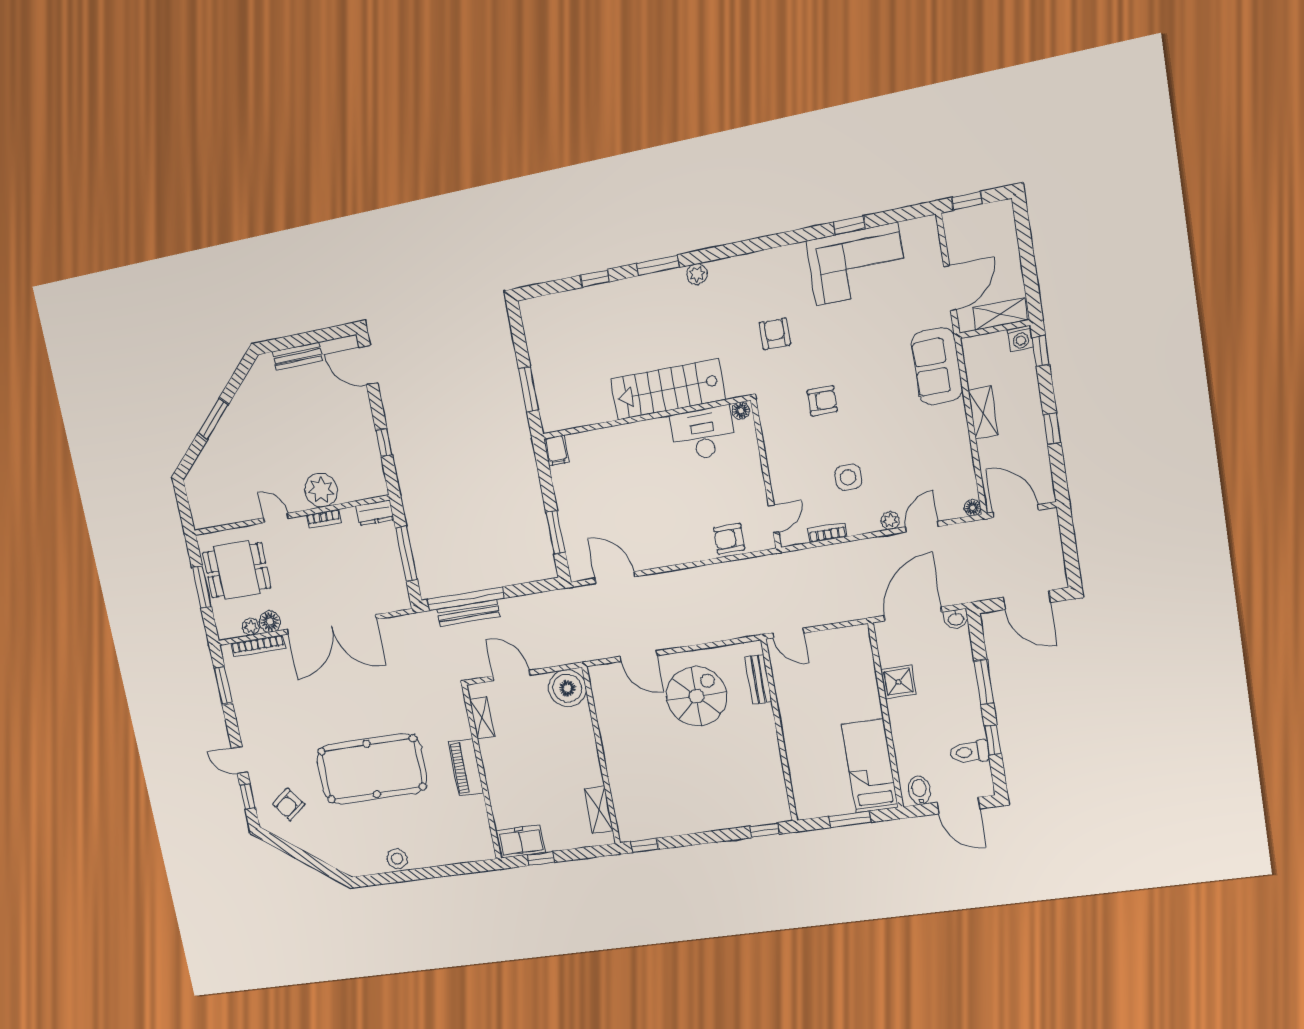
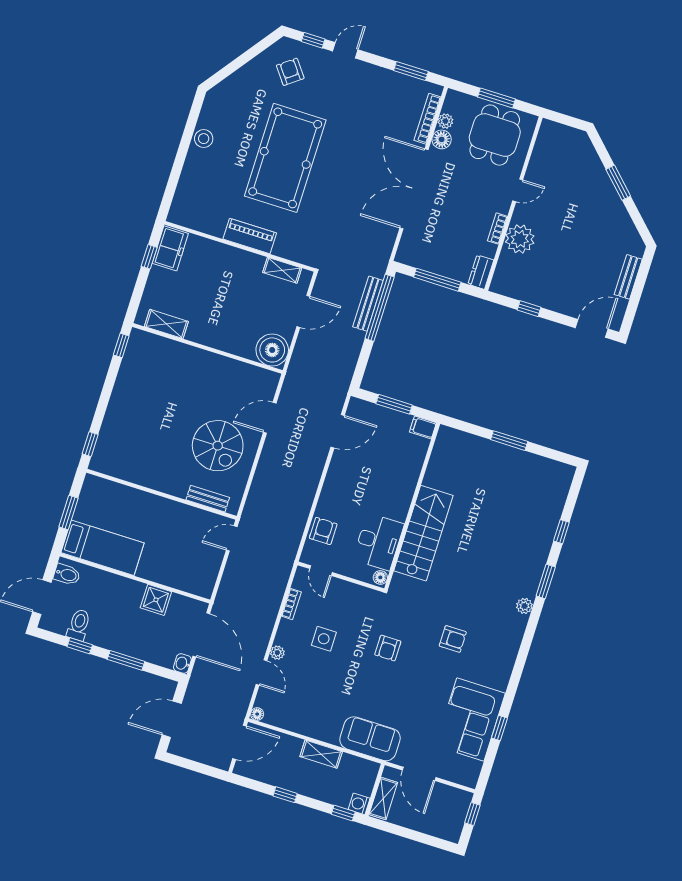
stairs: (668, 389) -> (423, 533), moved
floor lamp: (741, 411) -> (380, 577), moved
wall: (645, 417) -> (412, 506), moved
desk: (703, 433) -> (378, 542), moved
filing cabinet: (556, 450) -> (423, 427), moved

